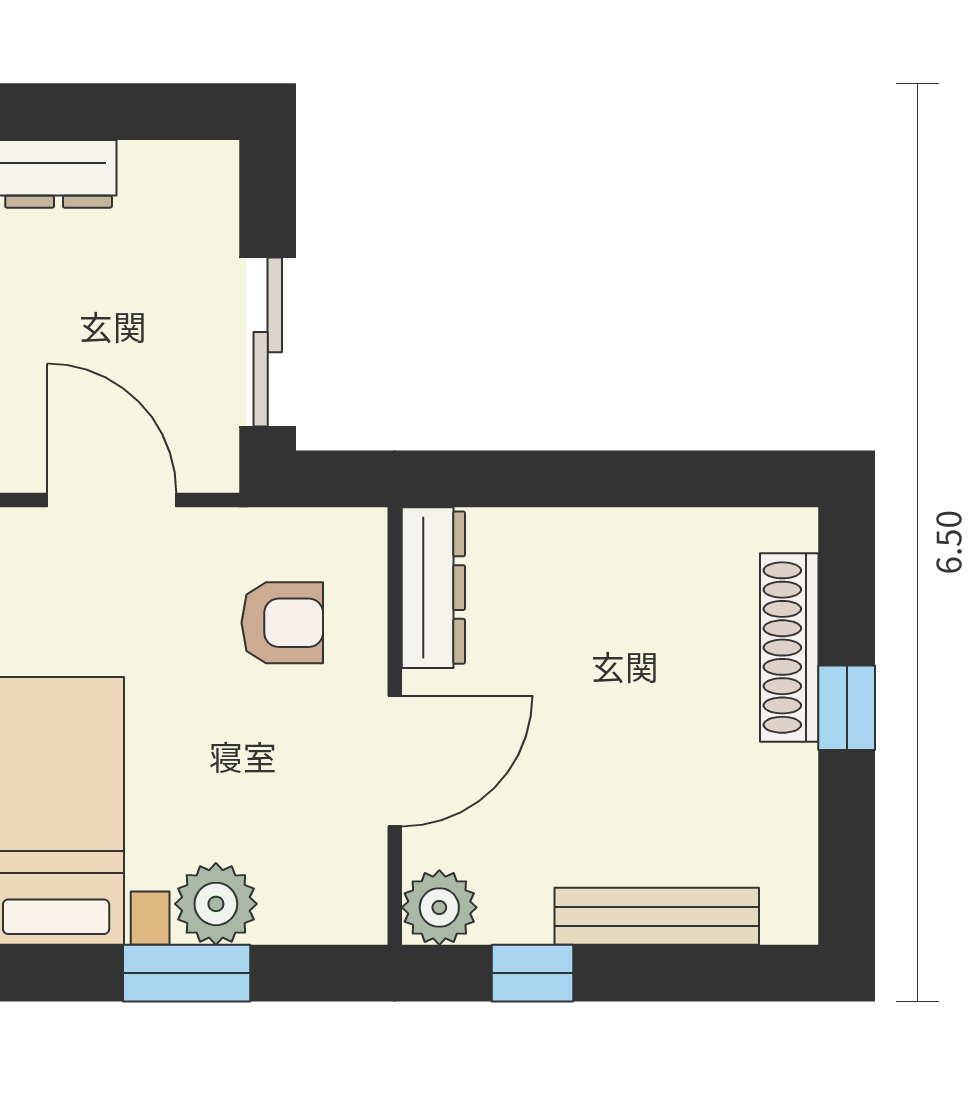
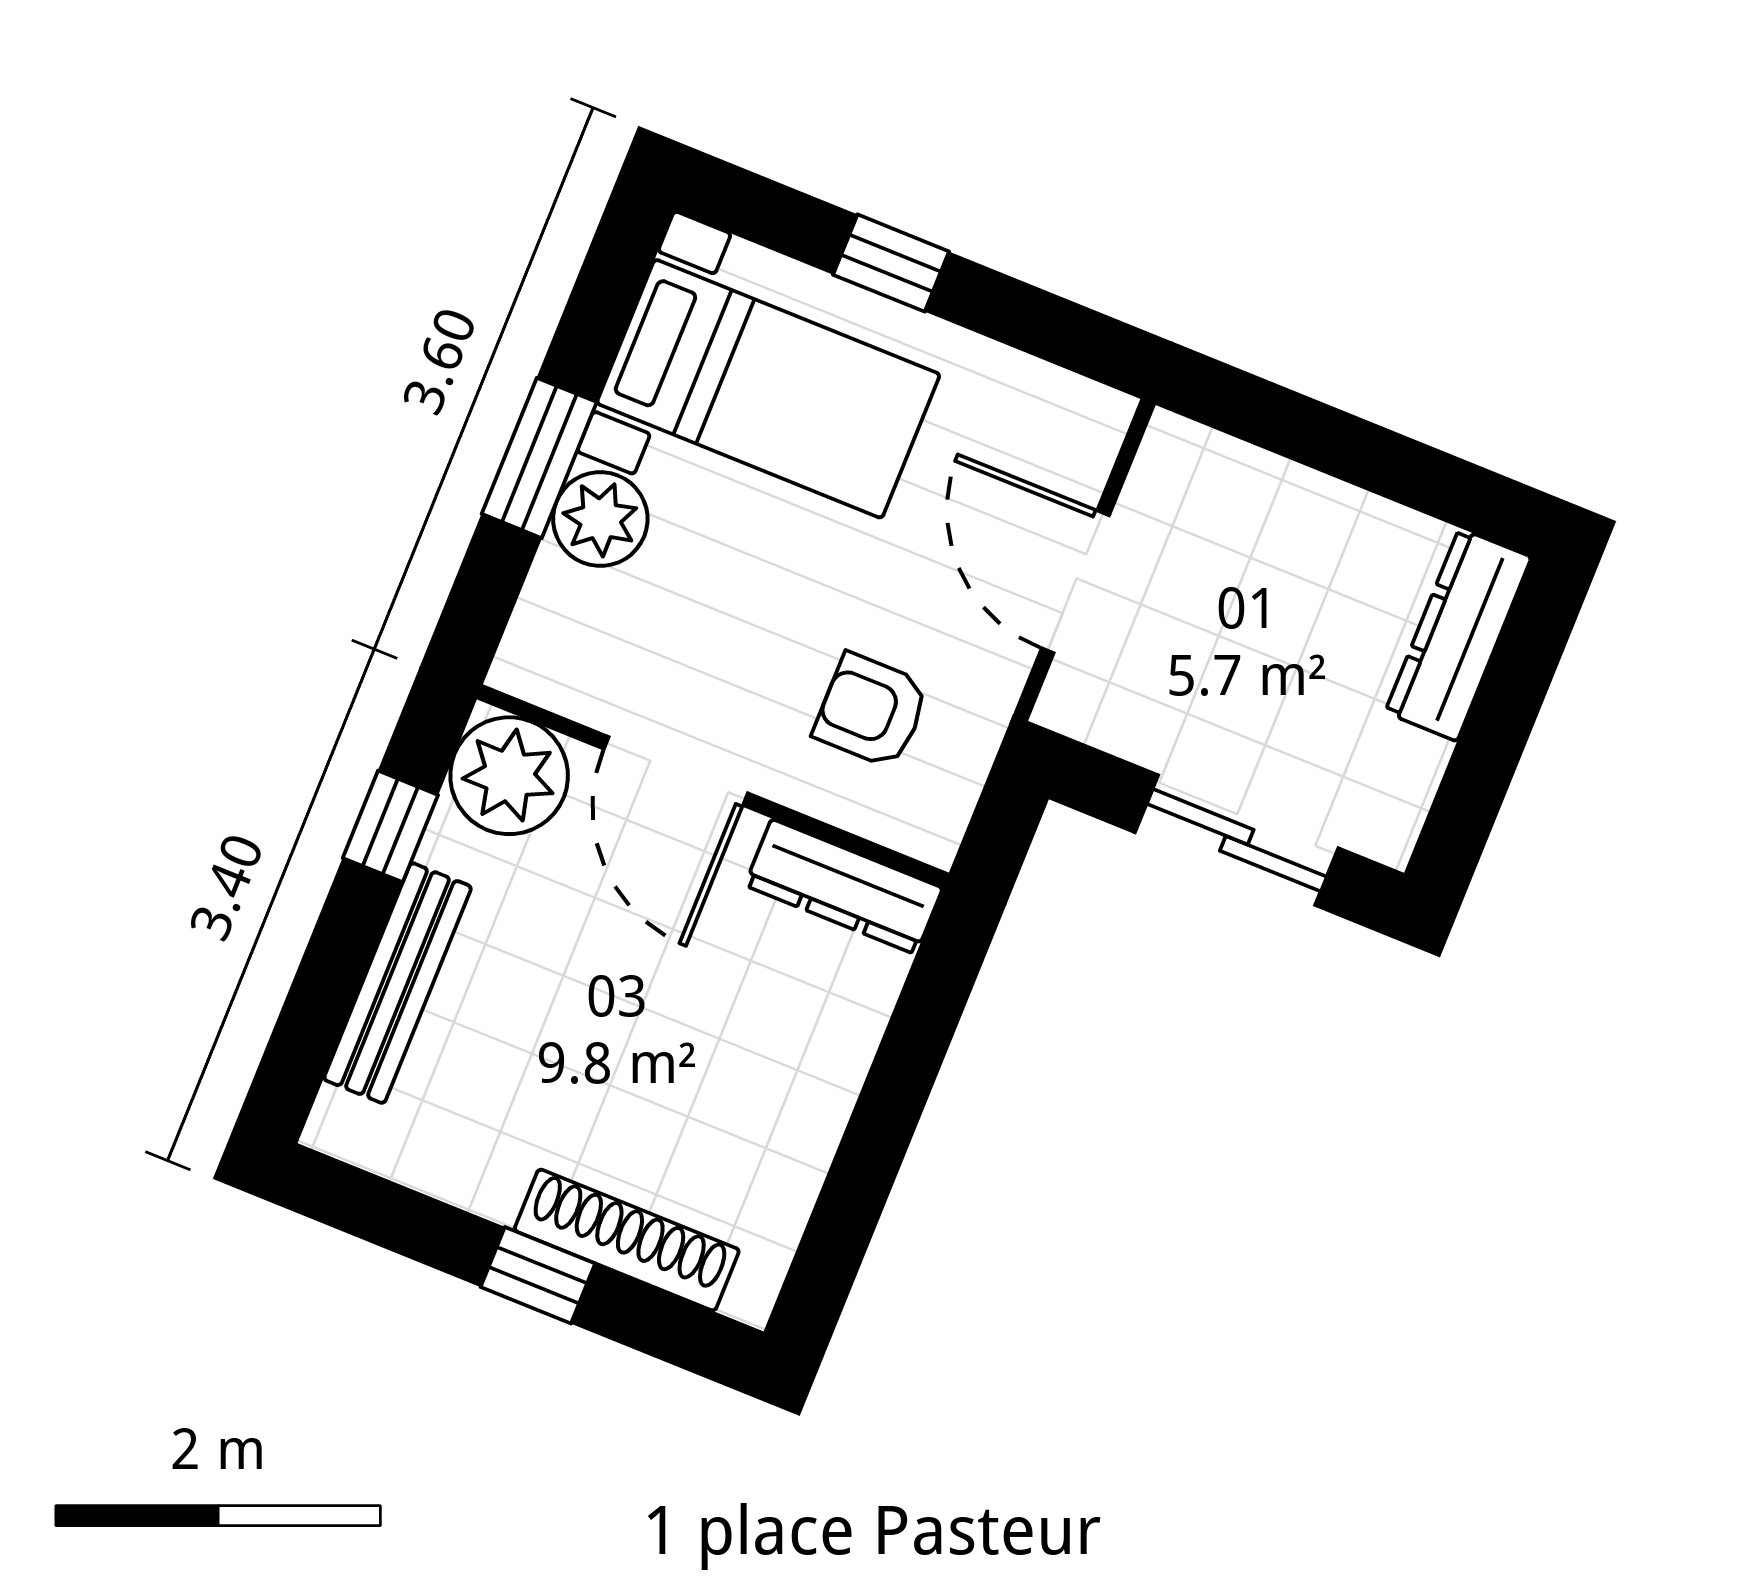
sliding door: (268, 342) -> (1237, 840), moved
door: (112, 500) -> (1075, 582), swing flipped
armchair: (282, 623) -> (871, 711), turned 90
plant: (439, 907) -> (509, 776), width x1.36, depth x1.36

